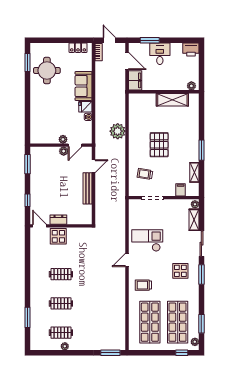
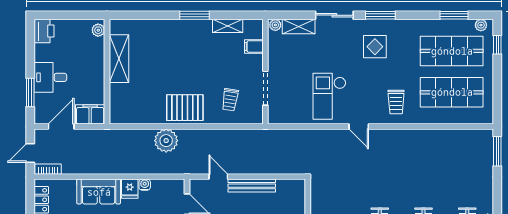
pallet: (159, 145) -> (185, 108), moved

